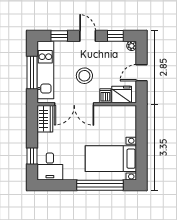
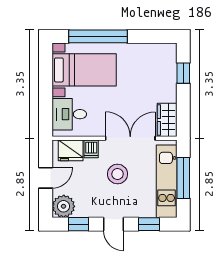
plant: (132, 46) -> (64, 206), width x1.87, depth x1.87
desk: (50, 167) -> (69, 114), moved, turned -90

